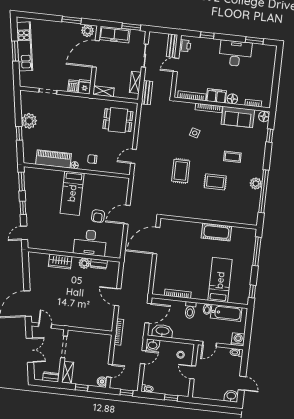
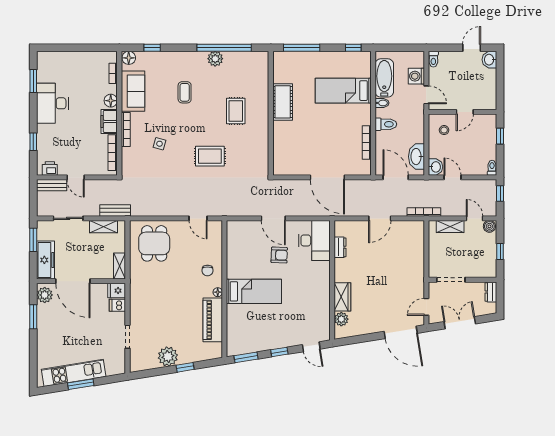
rug: (215, 182) -> (236, 111), moved
door: (156, 241) -> (327, 177), moved
desk: (90, 243) -> (314, 240), moved
plant: (84, 263) -> (341, 319), moved
washing machine: (238, 339) -> (416, 76), moved
shelving: (68, 372) -> (450, 227), moved

